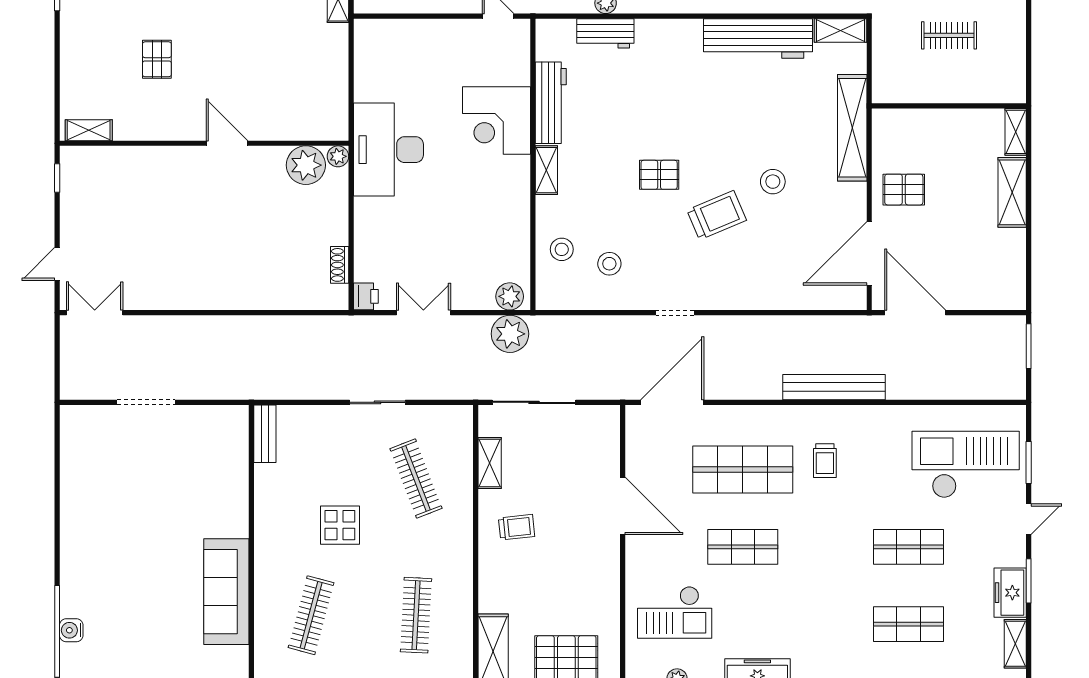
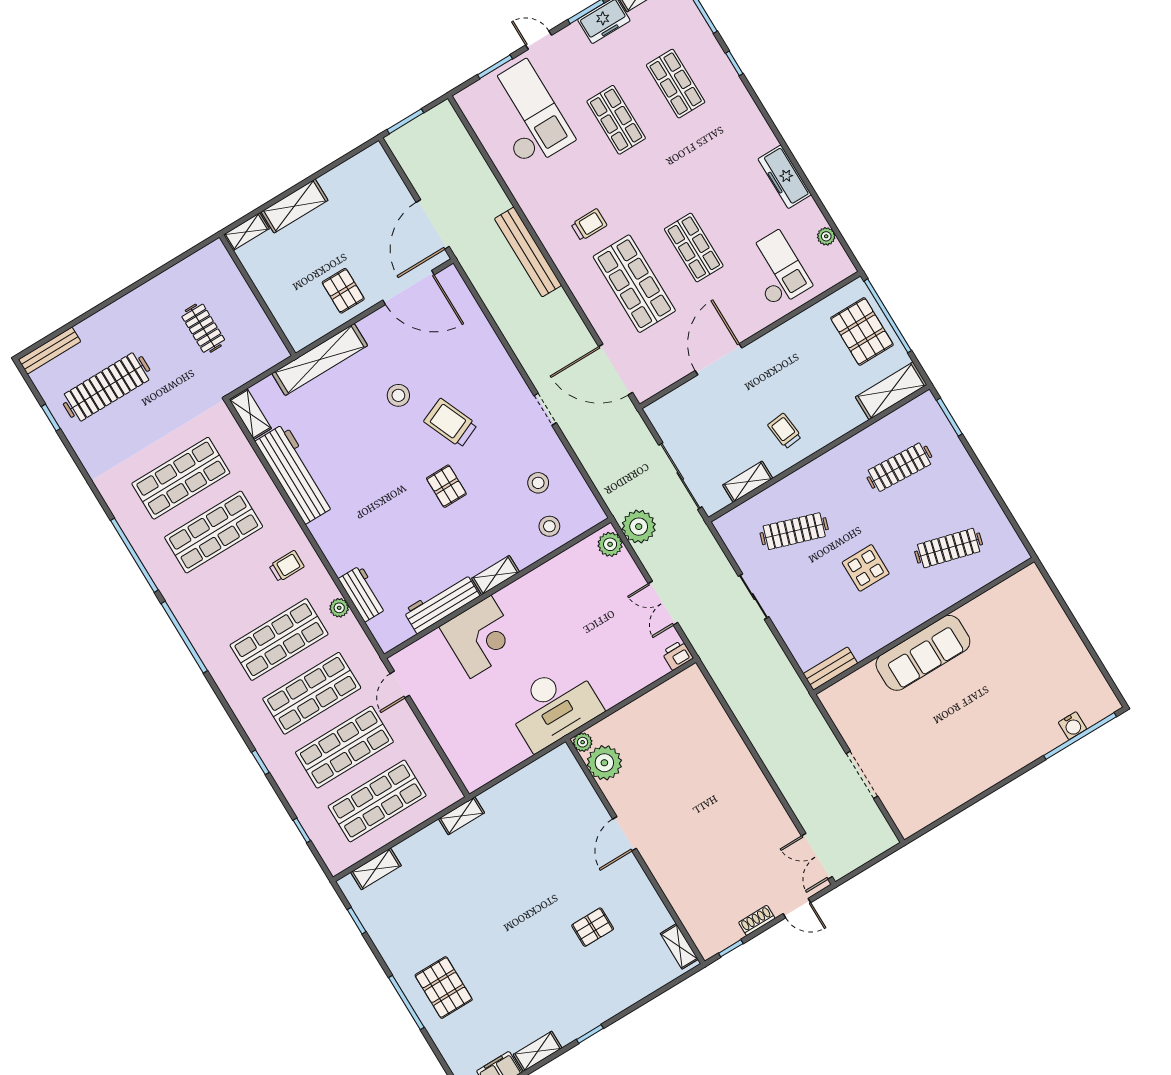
shoe rack: (340, 265) -> (757, 920), moved, turned 180
checkout: (966, 465) -> (526, 114), turned 180
clothes rail: (416, 478) -> (794, 531), turned 39
sofa: (226, 592) -> (923, 653), moved

